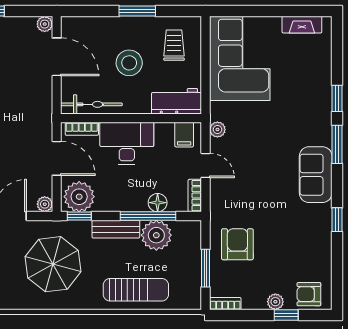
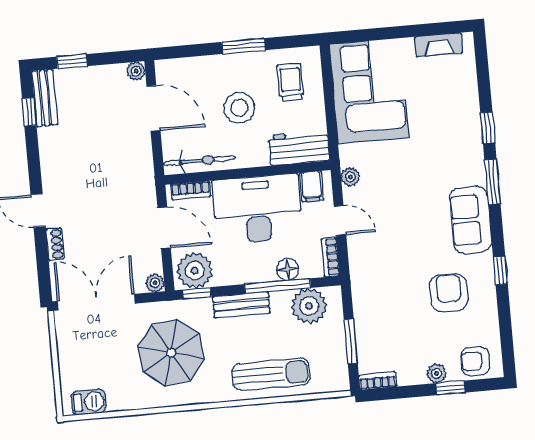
desk: (127, 143) -> (257, 209), width x1.36, depth x1.30
plant: (156, 235) -> (309, 306), moved
armchair: (237, 244) -> (449, 293), moved

